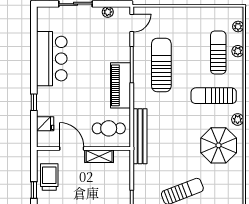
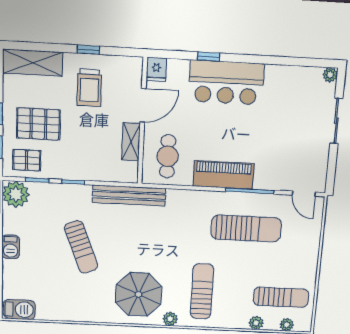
plant: (108, 12) -> (330, 75), moved
sun lounger: (218, 53) -> (281, 297), moved
bar counter: (52, 59) -> (226, 82), moved
fridge: (45, 124) -> (156, 69), moved
bench: (140, 136) -> (129, 195), moved
trolley: (49, 177) -> (89, 88), moved, turned 90

